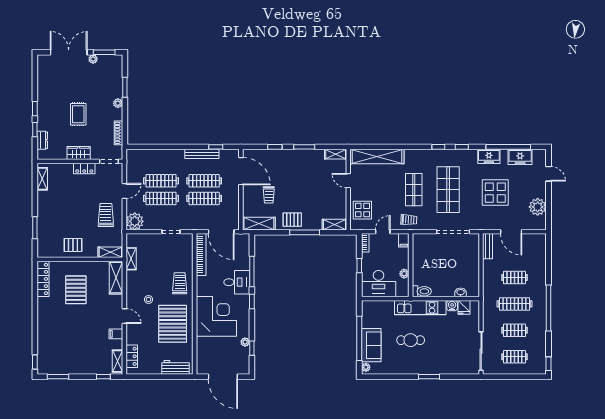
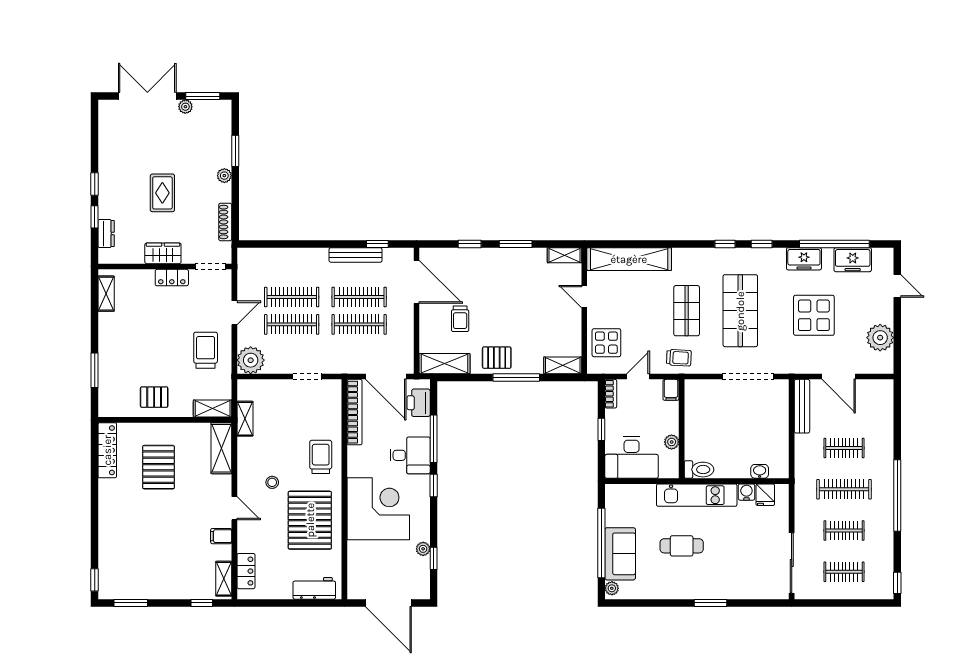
bench: (488, 246) -> (802, 406), width x1.36
printer: (242, 249) -> (419, 403), added

